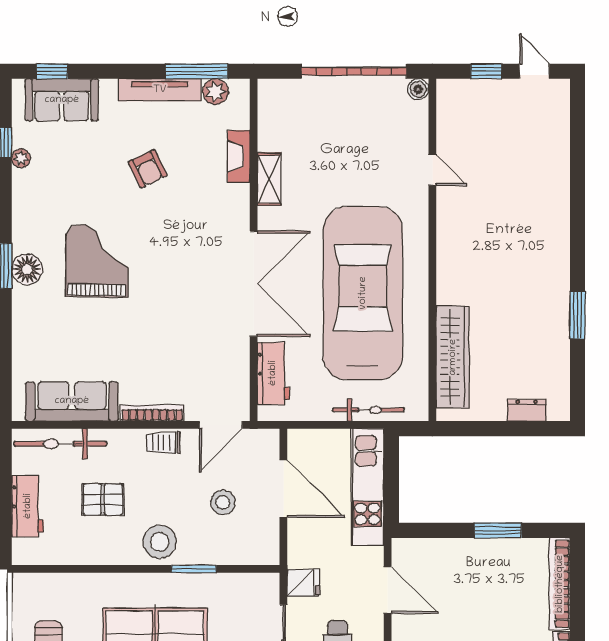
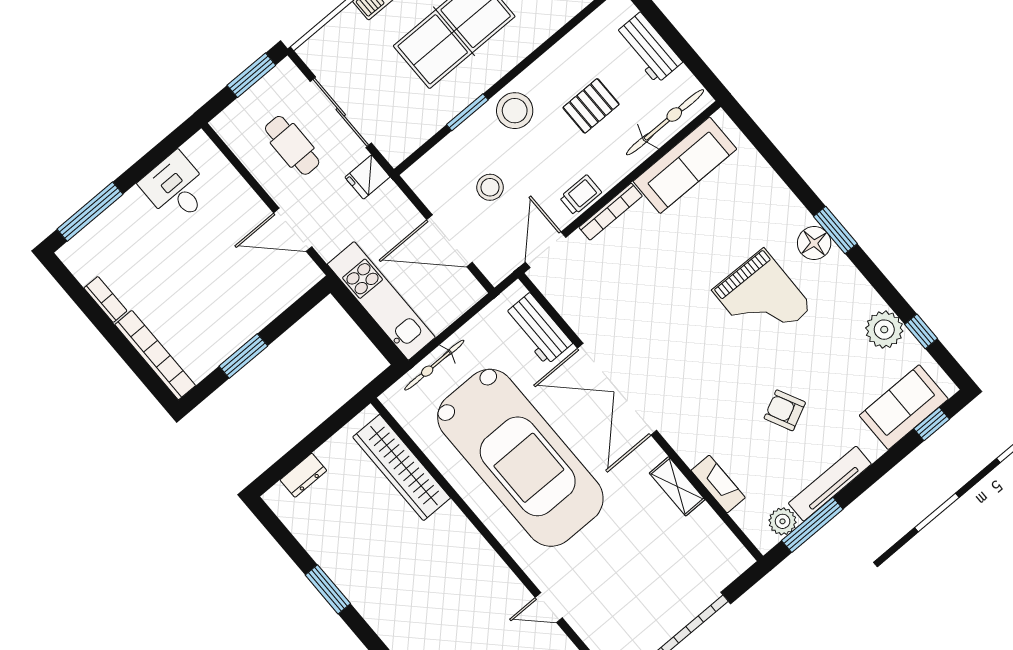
plant: (21, 158) -> (884, 330), width x1.88, depth x1.88

